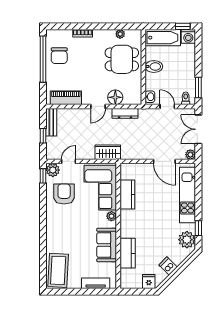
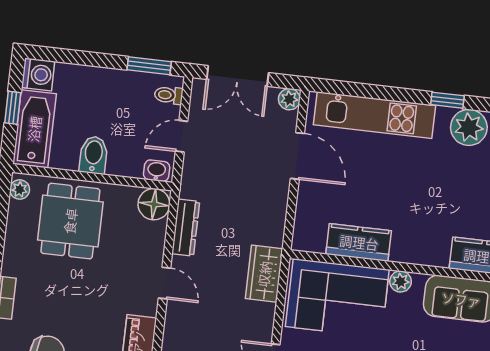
window: (183, 26) -> (13, 108), moved
plant: (120, 34) -> (20, 189), moved
floor lamp: (115, 97) -> (154, 204), moved
door: (164, 161) -> (297, 156), hinge flipped

